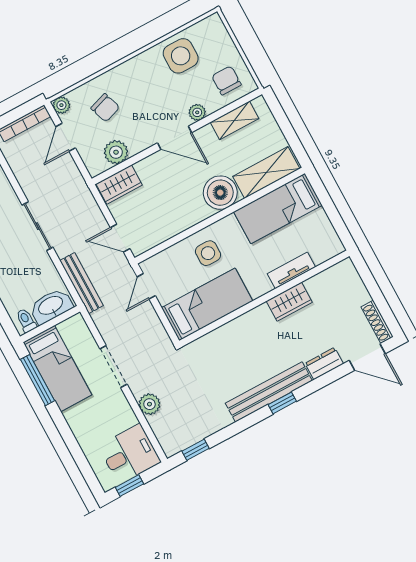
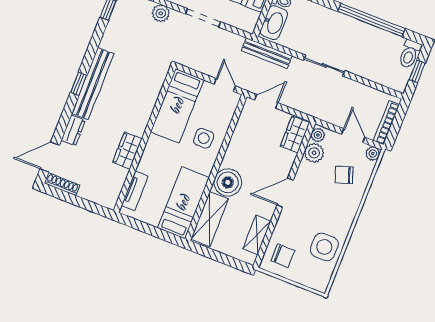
plant: (197, 112) -> (318, 135), moved
tv unit: (291, 270) -> (135, 191), moved

